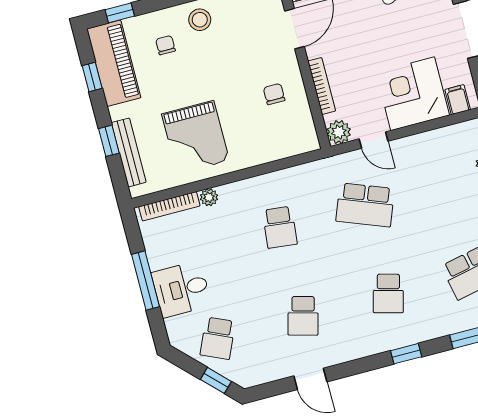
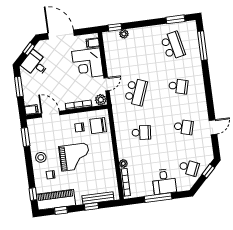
chair: (283, 133) -> (98, 126), added
grand piano: (195, 137) -> (75, 157), moved
window: (406, 354) -> (207, 82), removed

